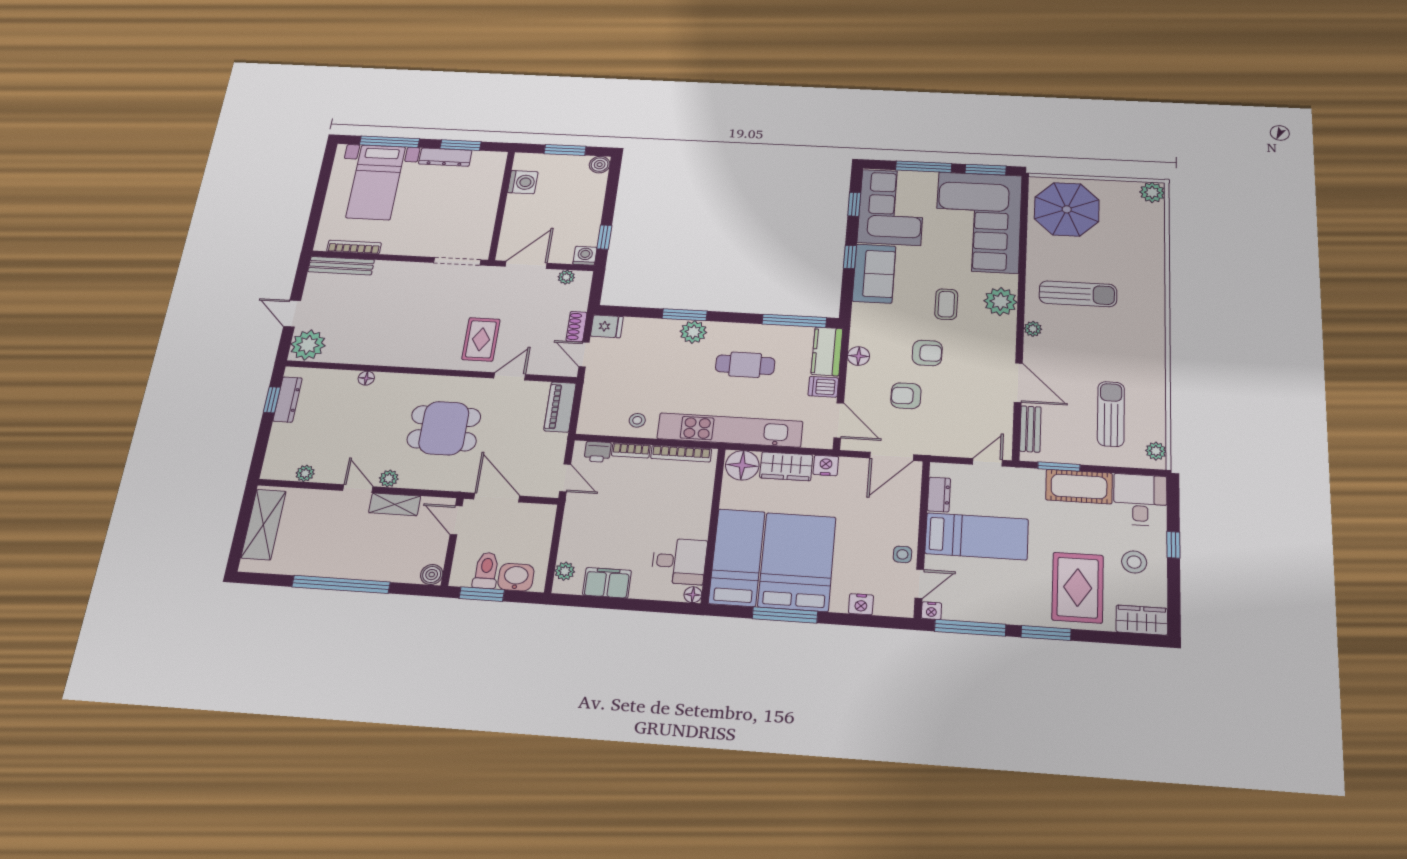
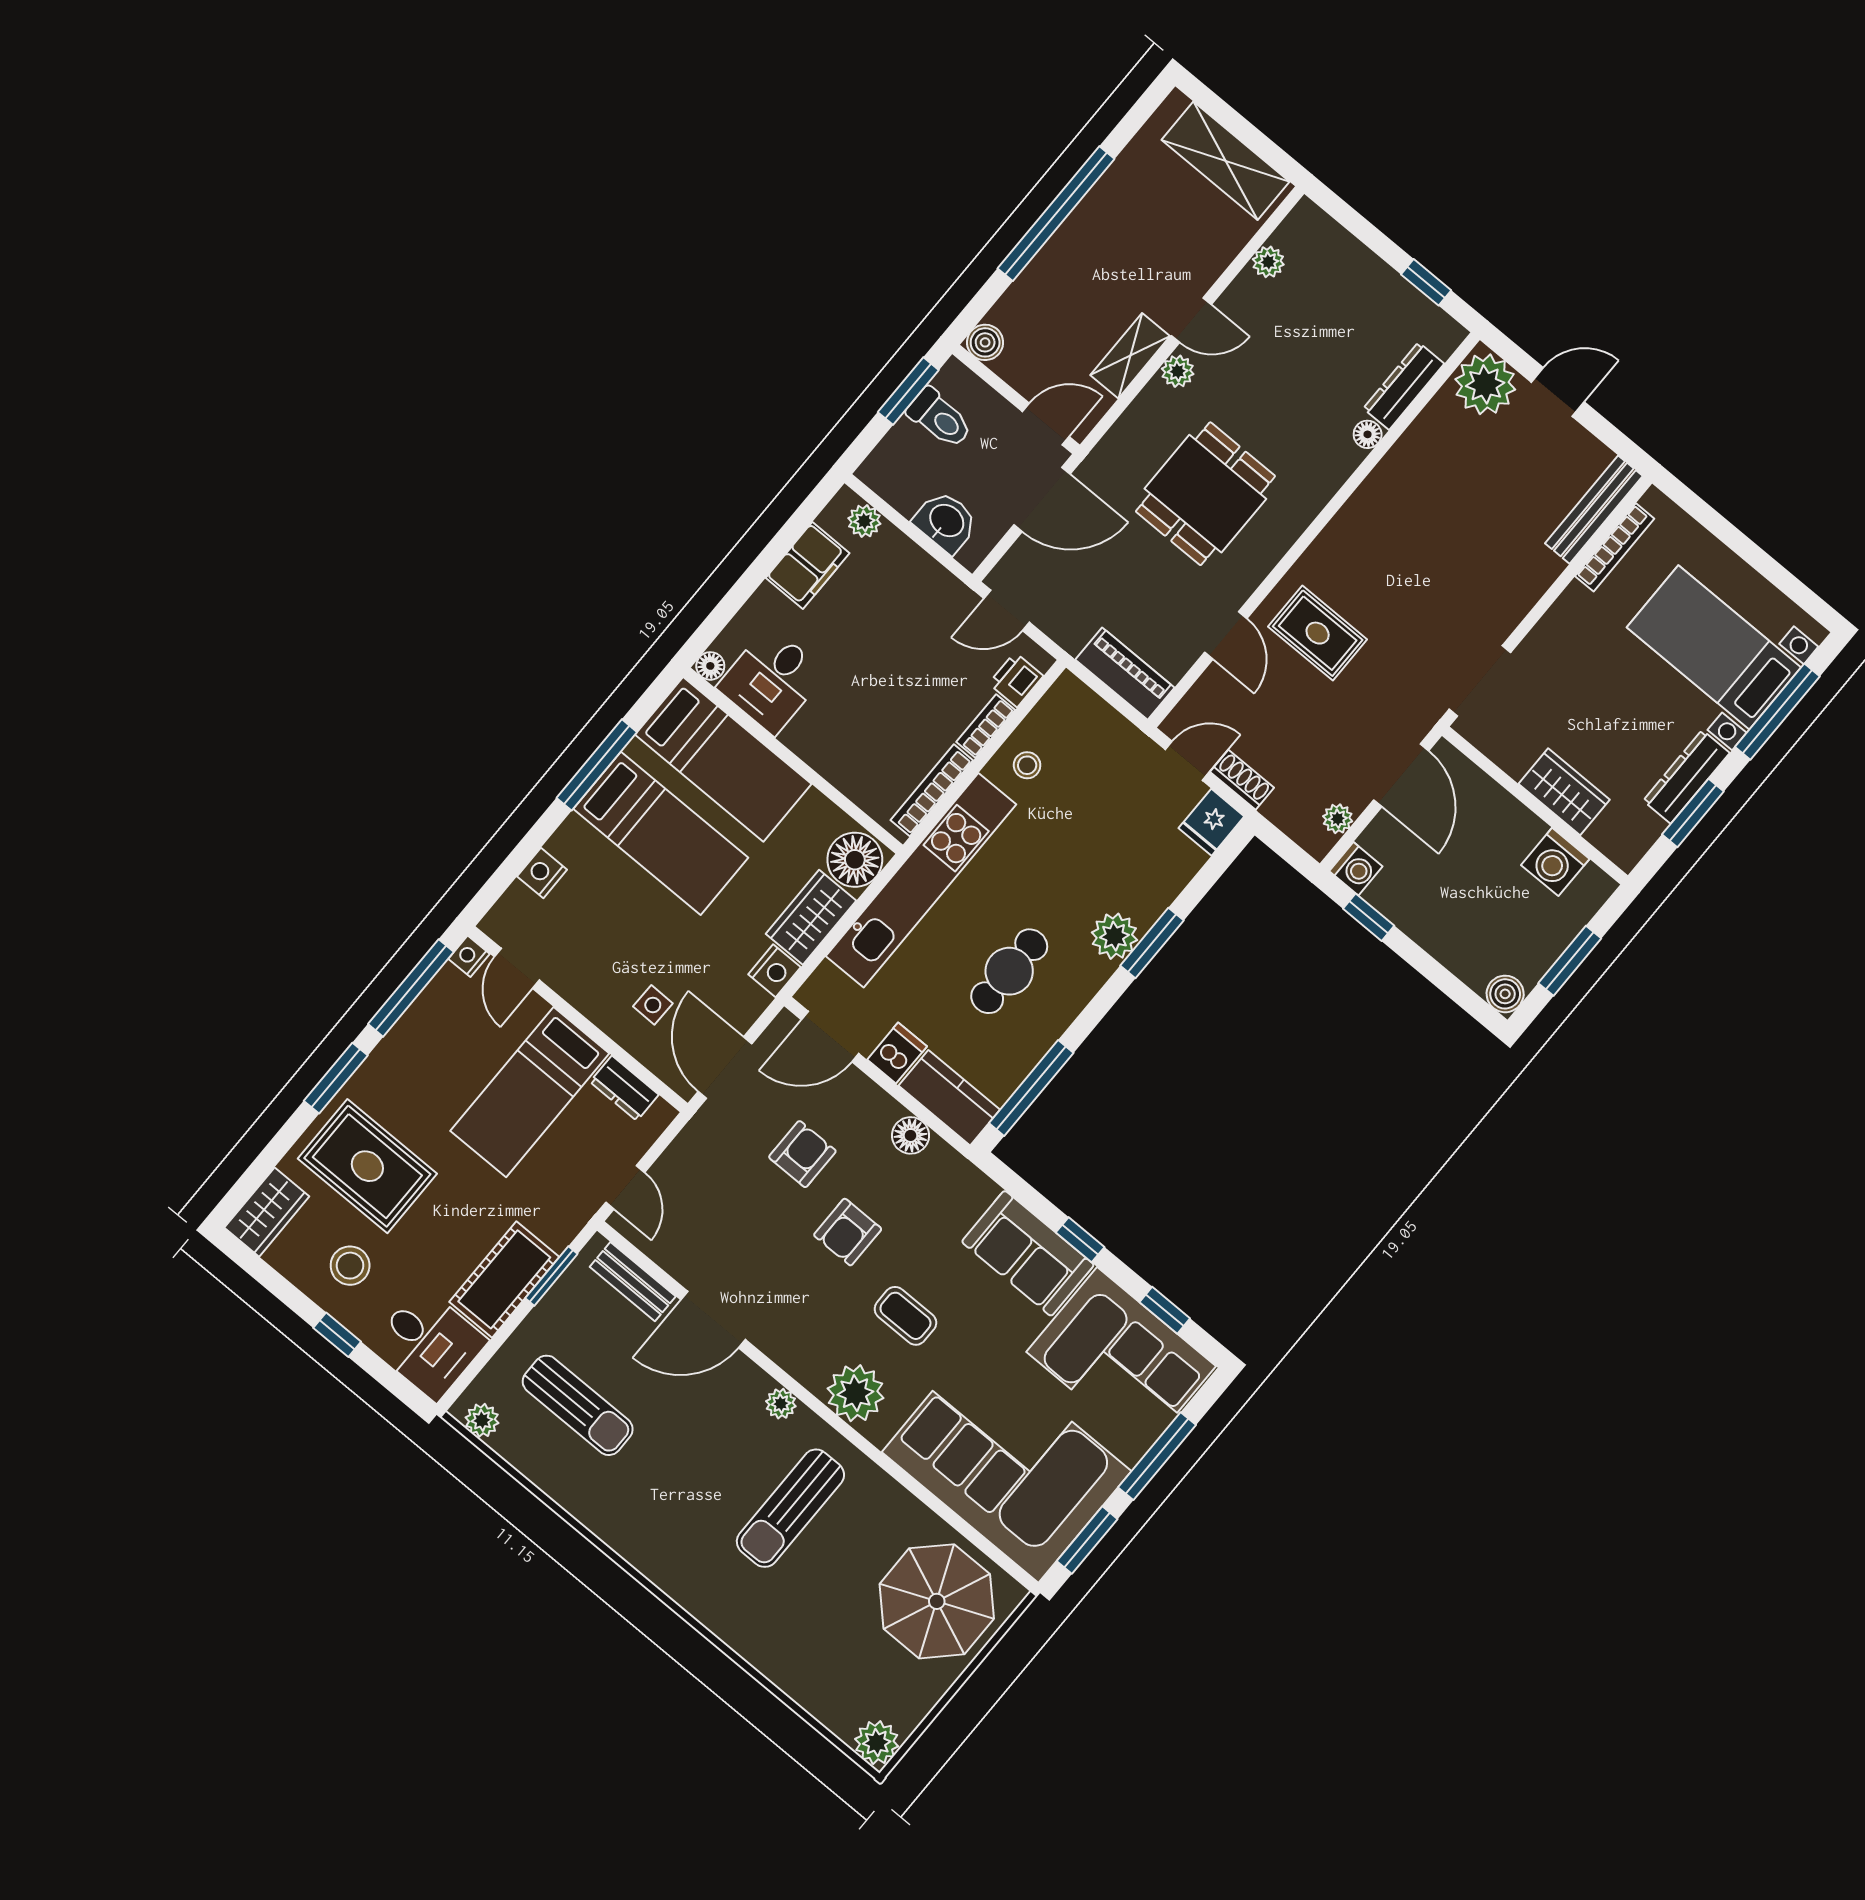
wardrobe: (487, 198) -> (1564, 792), added
dresser: (288, 400) -> (1404, 386), moved, turned 90
side table: (902, 554) -> (653, 1005), moved
bed: (797, 562) -> (661, 833), width x0.67
washbasin: (516, 577) -> (946, 522), moved, turned -90

